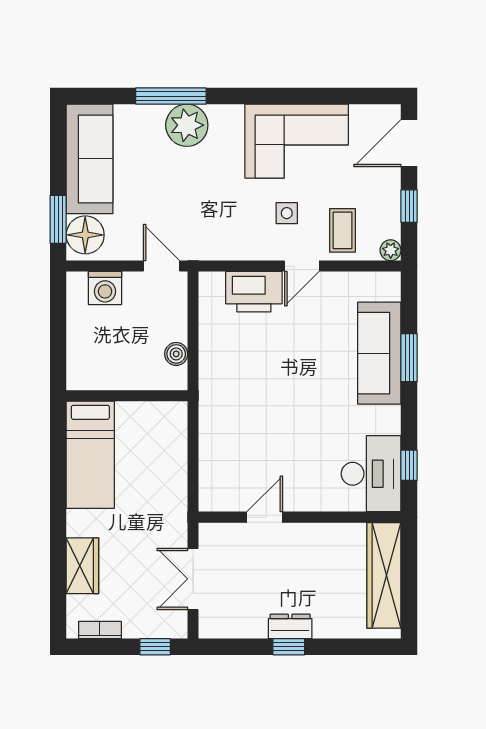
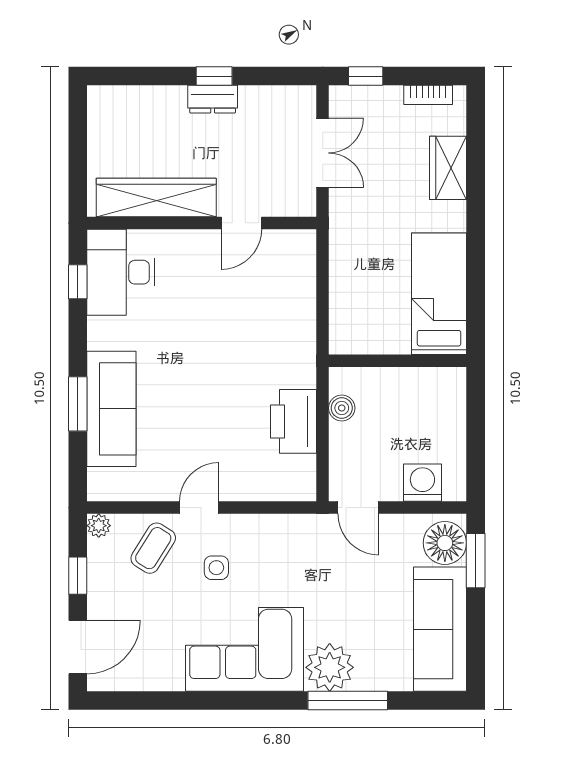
corner sofa: (297, 141) -> (245, 649), moved
coffee table: (342, 230) -> (153, 548), turned 32
printer: (254, 292) -> (294, 421), moved, turned -90
wardrobe: (384, 575) -> (156, 197), moved, turned -90

